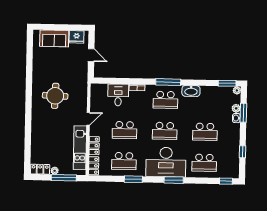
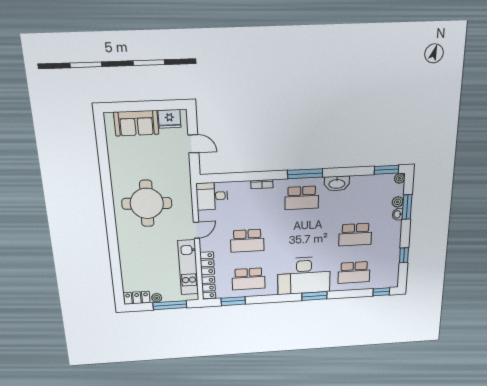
desk: (118, 95) -> (212, 196), moved, turned -90
round table: (55, 96) -> (147, 203), width x1.36, depth x1.36
school desk: (165, 131) -> (302, 238), removed
window: (133, 179) -> (233, 301), moved

